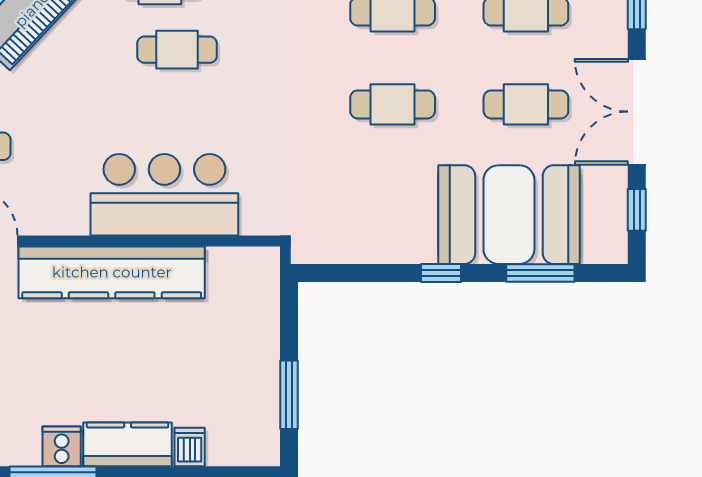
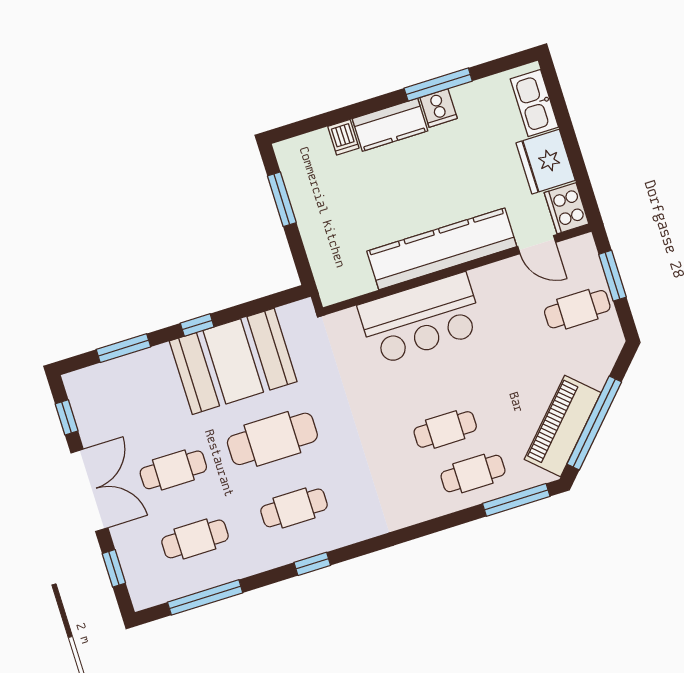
cafe table: (393, 104) -> (272, 439), width x1.37, depth x1.35
booth: (509, 215) -> (233, 361), moved

